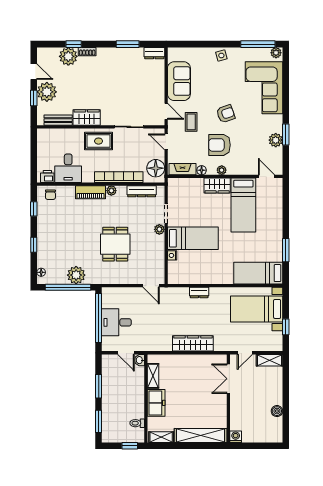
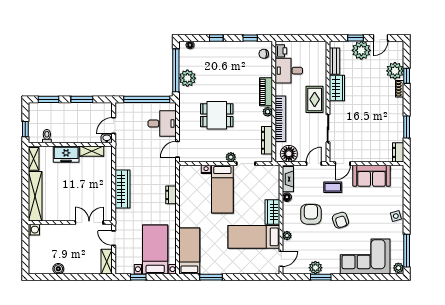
plant: (222, 170) -> (287, 236), moved
desk: (116, 322) -> (162, 124), moved, turned 90

